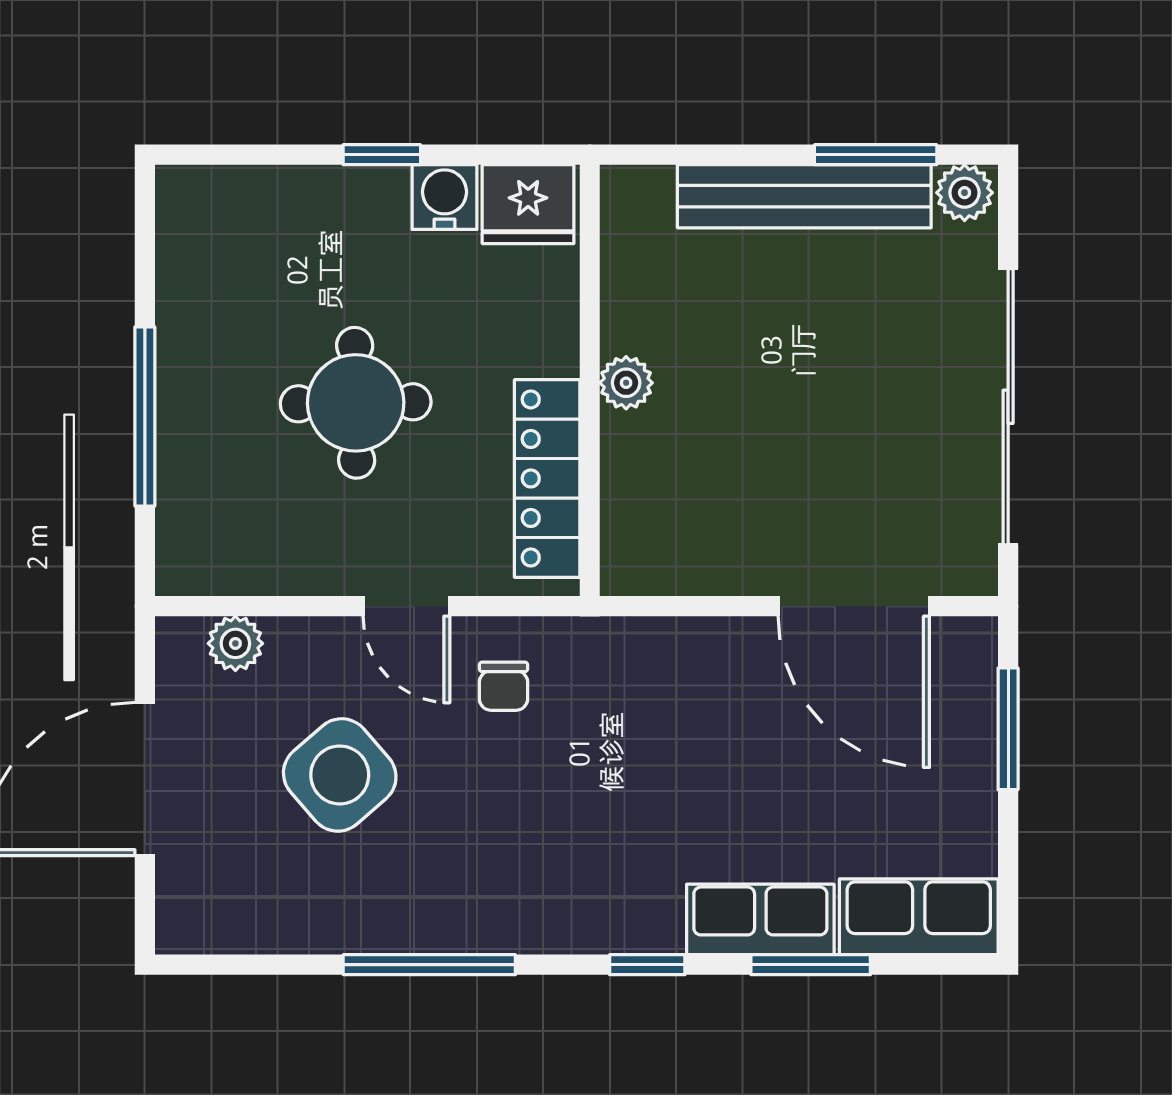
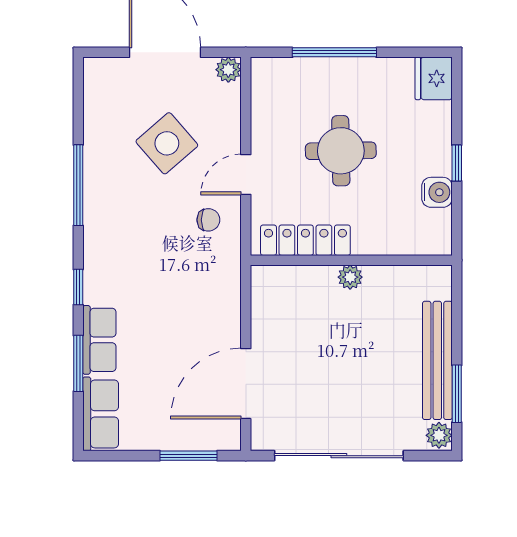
fridge: (528, 204) -> (434, 78), moved
plant: (235, 643) -> (228, 70), moved
chair: (503, 686) -> (208, 220), turned 180

